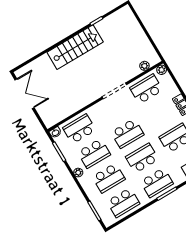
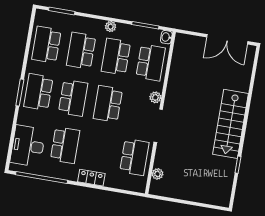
plant: (162, 70) -> (155, 97), moved

